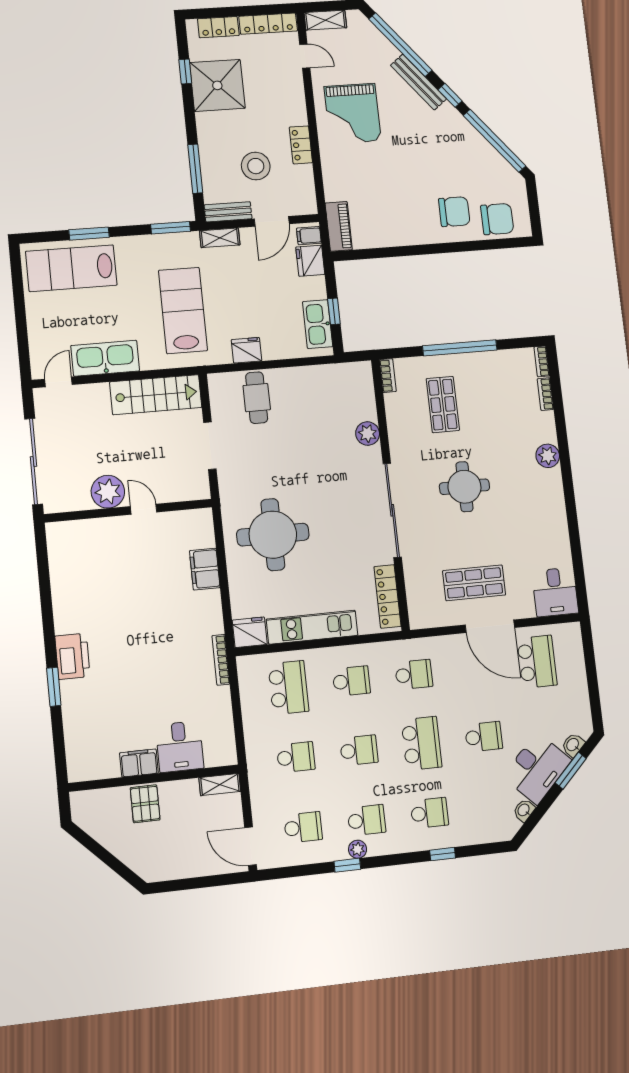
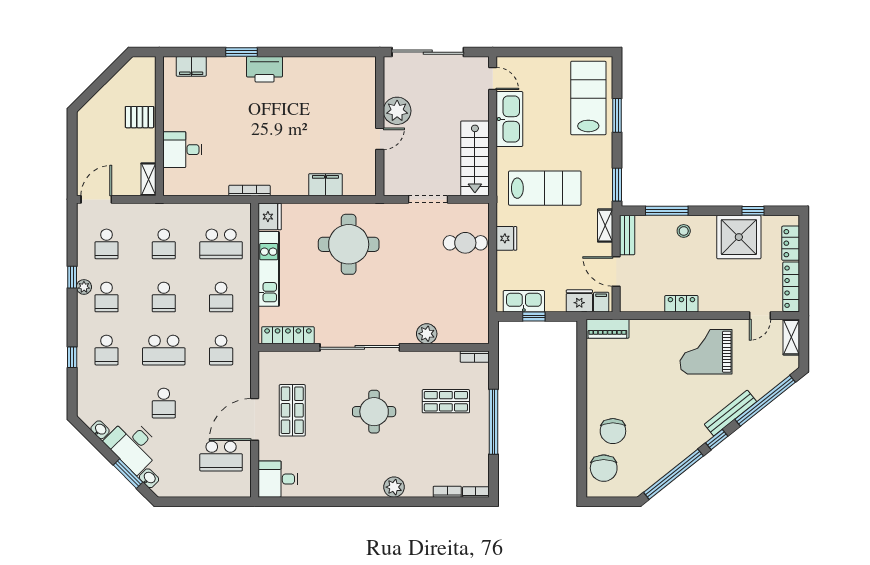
stool: (256, 166) -> (684, 231), moved, width x0.53, depth x0.53
filing cabinet: (139, 763) -> (191, 66), moved, turned 90

